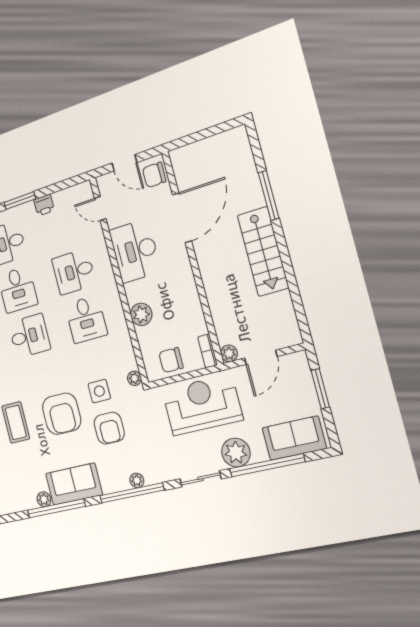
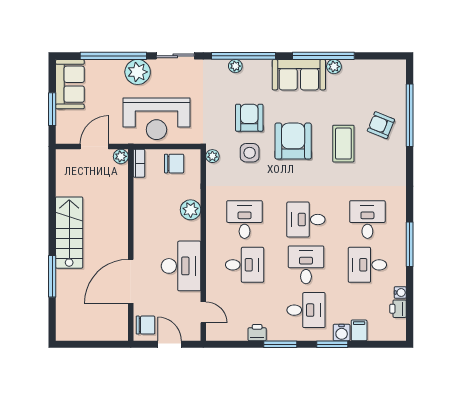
sofa: (294, 438) -> (70, 84), moved, turned -90

